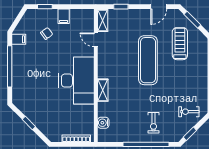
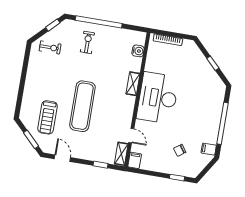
door: (159, 7) -> (62, 158), hinge flipped
filing cabinet: (64, 16) -> (135, 160), moved

